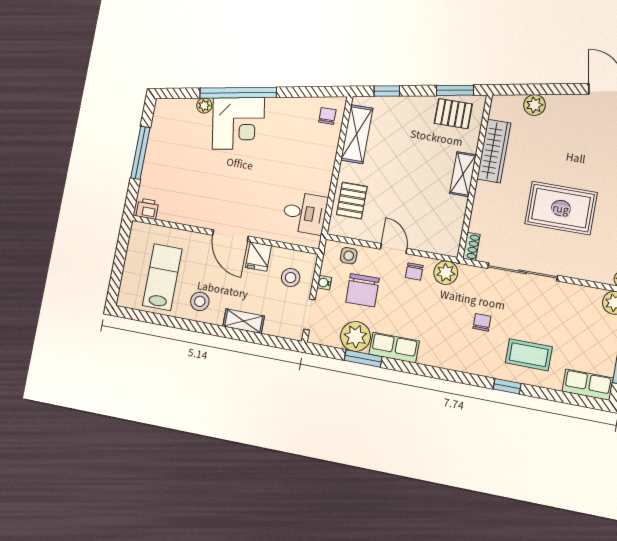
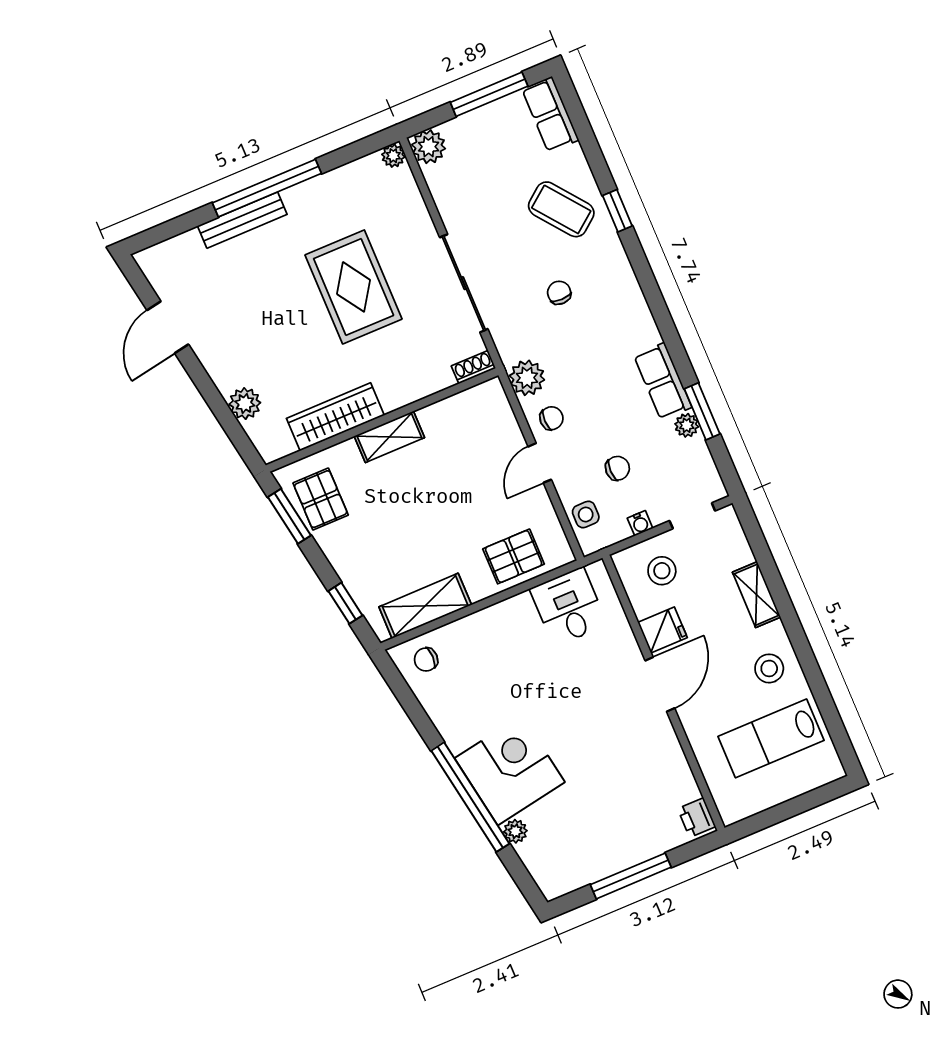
chair: (363, 290) -> (617, 468), width x0.54, depth x0.54
chair: (482, 322) -> (559, 293), turned 90
plant: (355, 336) -> (687, 425), width x0.53, depth x0.53
coffee table: (529, 355) -> (561, 209), turned -38

